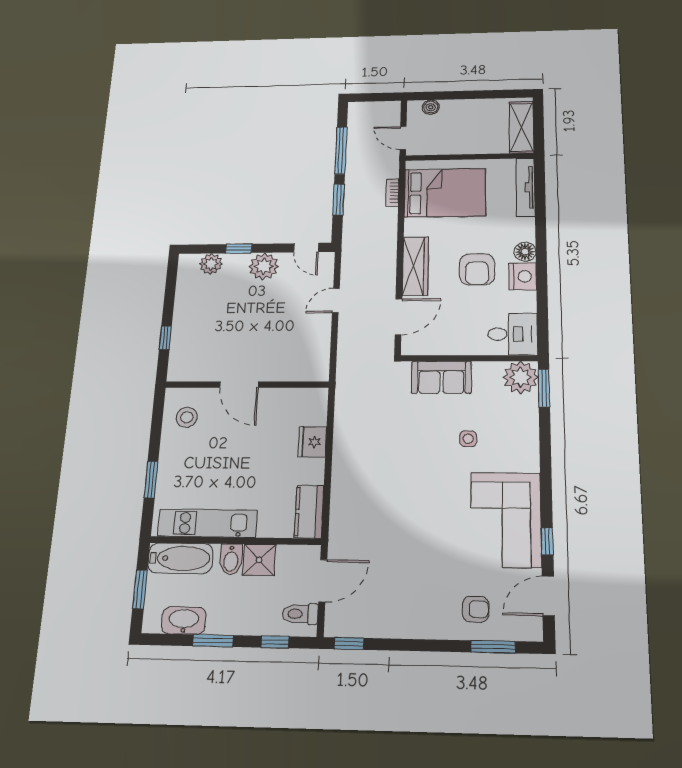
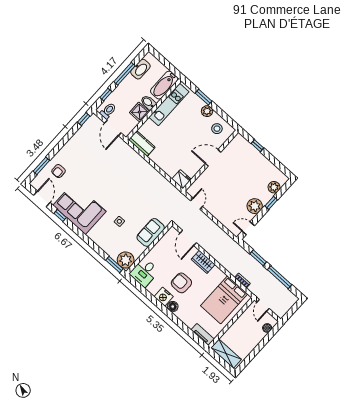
door: (403, 138) -> (263, 305), swing flipped
tv unit: (526, 187) -> (203, 335), width x0.71
wardrobe: (415, 266) -> (203, 262), width x0.67
door: (336, 300) -> (197, 204), moved
fridge: (312, 442) -> (182, 179), moved
plant: (170, 455) -> (207, 111), added
window: (140, 589) -> (165, 62), removed
window: (213, 641) -> (125, 74), width x1.44

